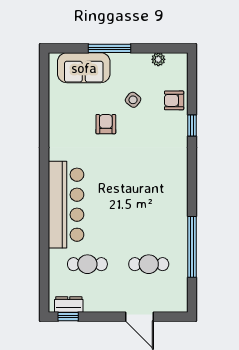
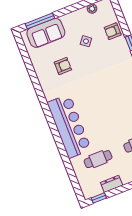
window: (109, 48) -> (40, 21), moved
armchair: (106, 124) -> (63, 66), moved, turned 90
dresser: (69, 304) -> (112, 184), moved

